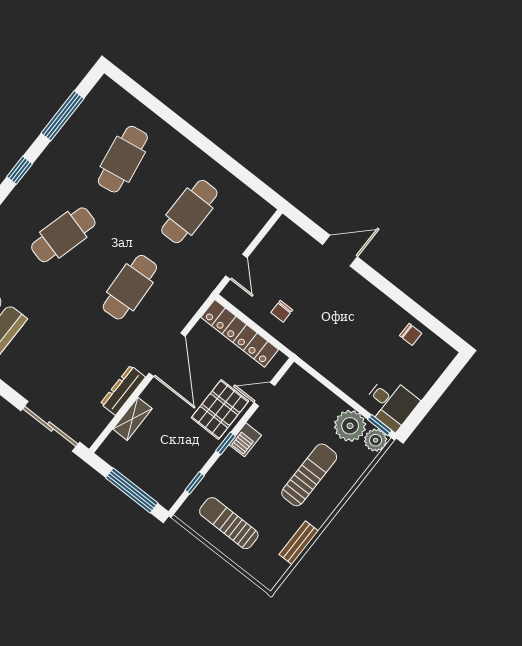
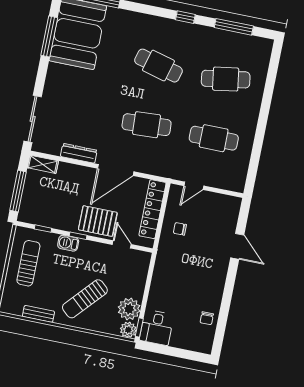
shelving: (132, 419) -> (43, 164), moved
barbecue: (245, 440) -> (68, 243), moved
sun lounger: (309, 475) -> (85, 299), turned 132

